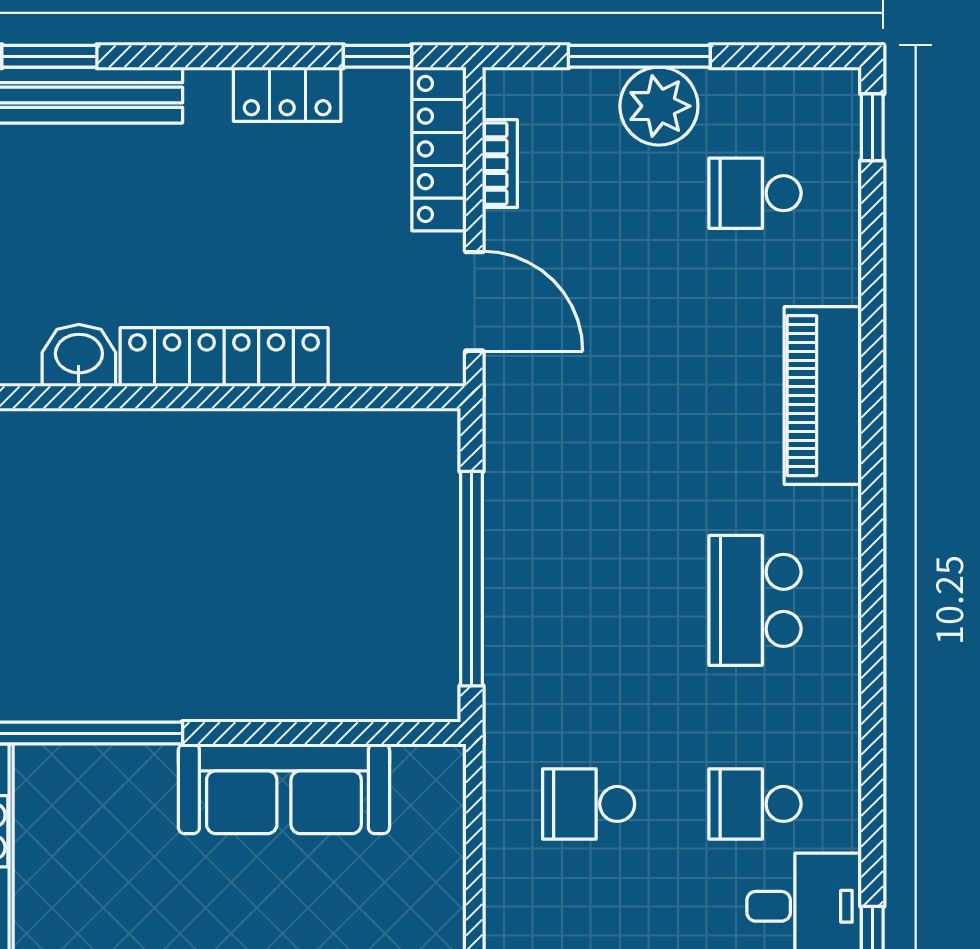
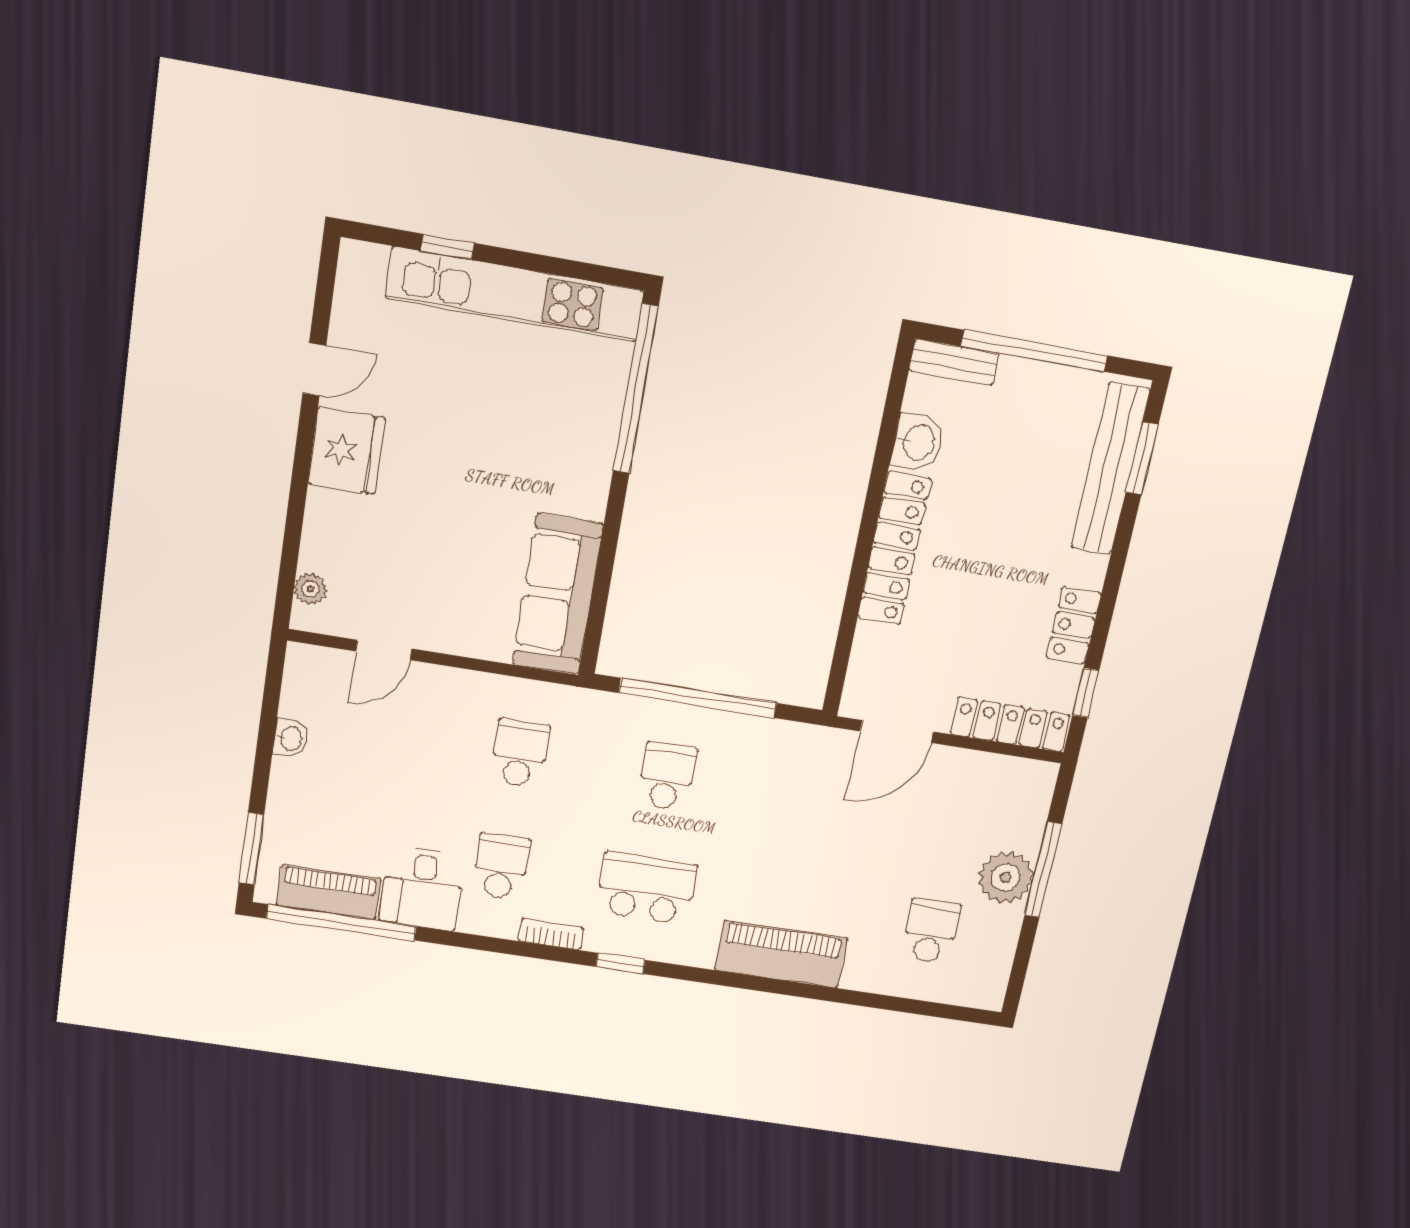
window: (872, 127) -> (620, 963), moved
bookcase: (500, 164) -> (551, 934), moved, turned 180
school desk: (589, 600) -> (667, 776), added
sofa: (284, 789) -> (558, 595), moved

